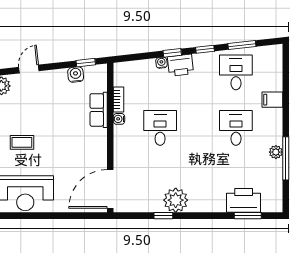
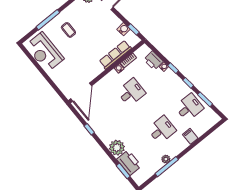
printer: (181, 65) -> (153, 61), moved
row of seats: (99, 110) -> (115, 55), width x1.48
door: (110, 189) -> (81, 92), swing flipped
plant: (176, 200) -> (117, 148), moved

